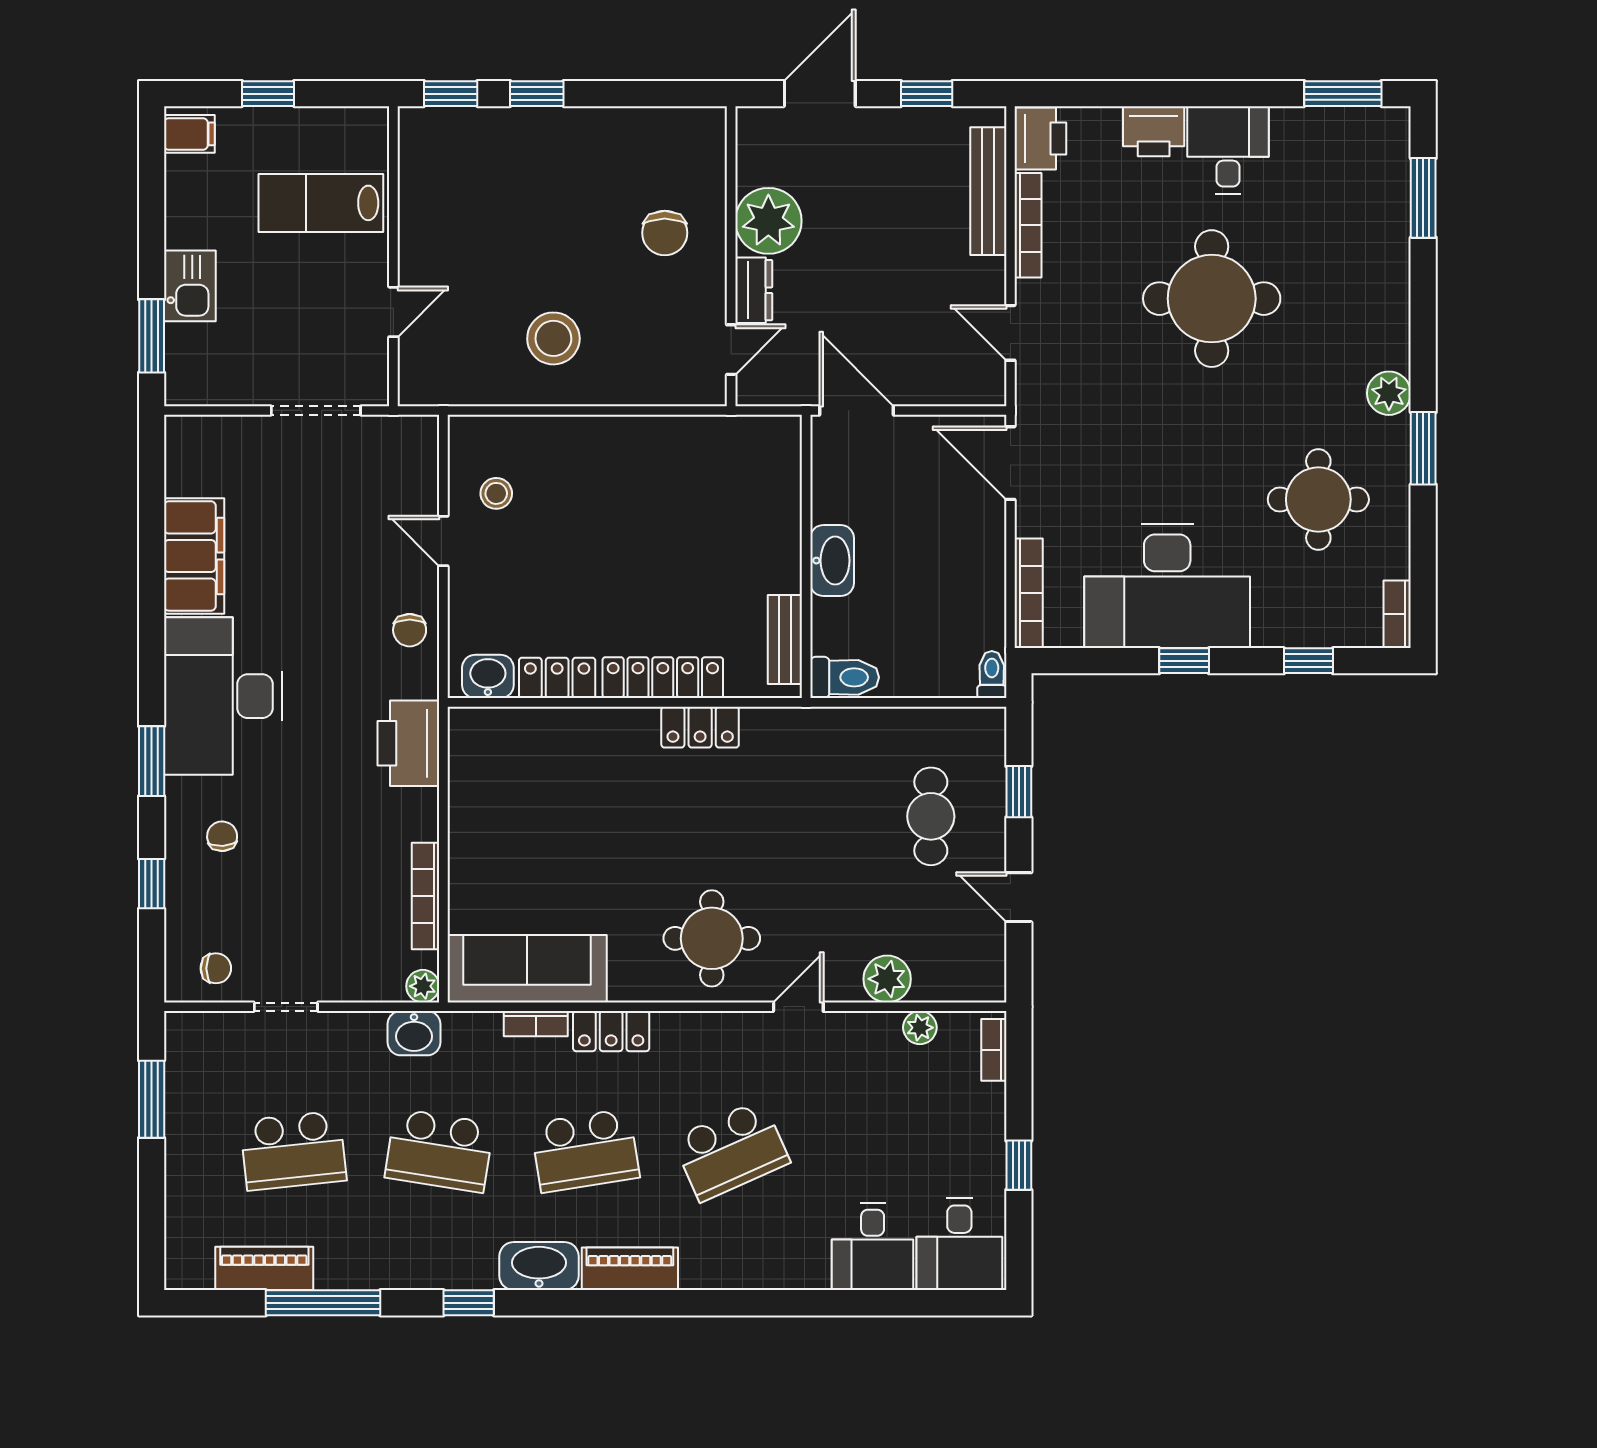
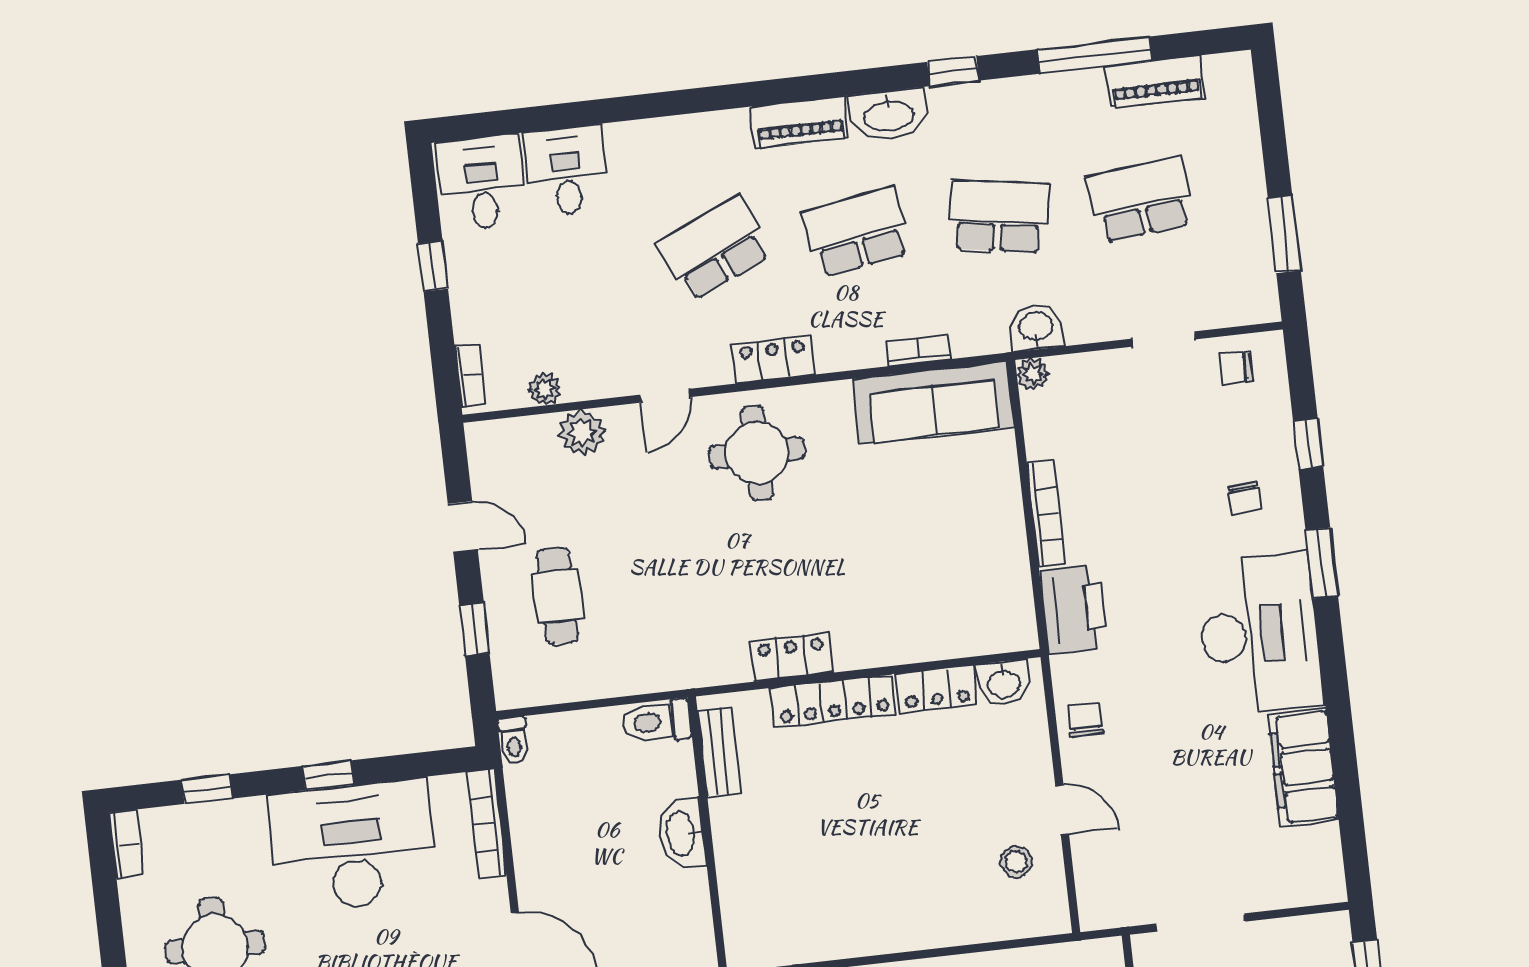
bookcase: (426, 896) -> (1046, 514), moved
locker: (611, 1031) -> (773, 359), moved

